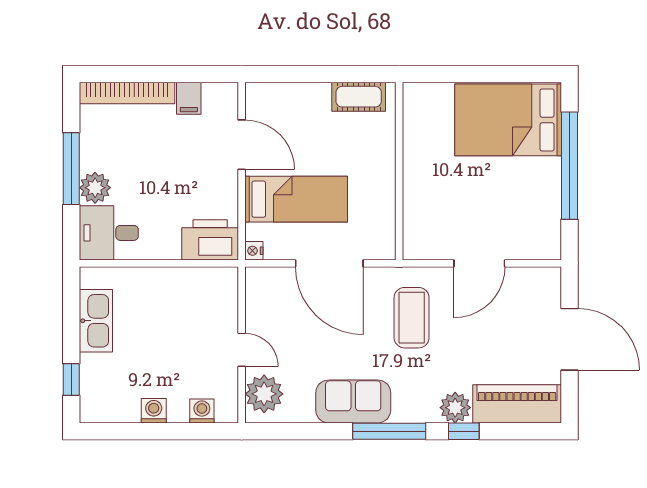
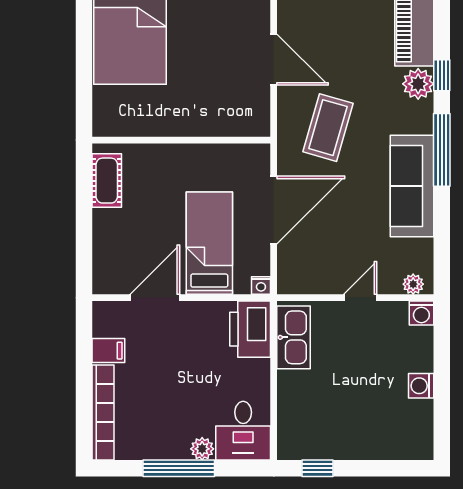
plant: (95, 188) -> (202, 449), width x0.73, depth x0.73
coffee table: (412, 318) -> (328, 128), turned -74
kitchen sink: (96, 321) -> (294, 337), moved, turned 90
window: (71, 380) -> (318, 468), moved
plant: (264, 394) -> (413, 284), width x0.53, depth x0.53
sofa: (353, 401) -> (412, 186), width x1.36
washing machine: (202, 411) -> (421, 313), moved, turned -90

